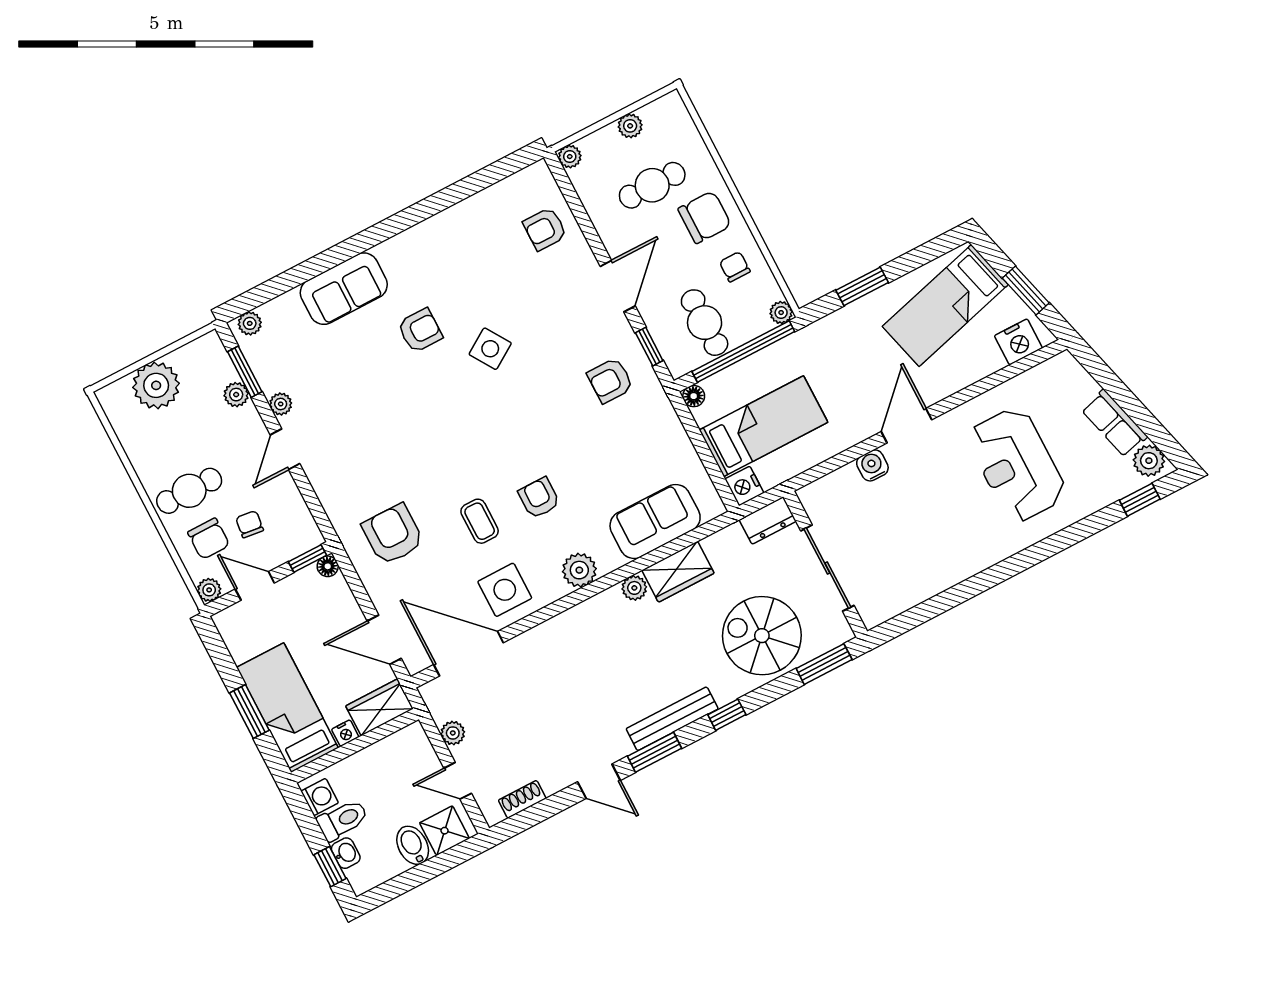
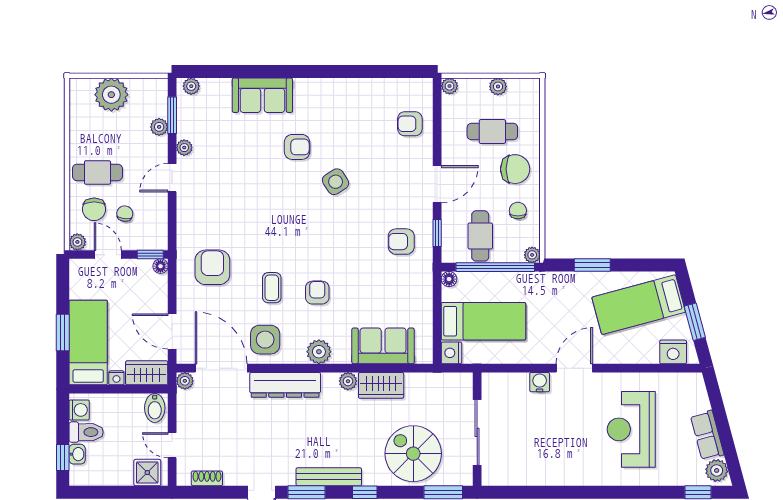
dresser: (768, 520) -> (285, 385), moved, width x1.96, depth x1.24
plant: (453, 733) -> (185, 381), moved
bidet: (413, 845) -> (155, 408), moved, turned 180

